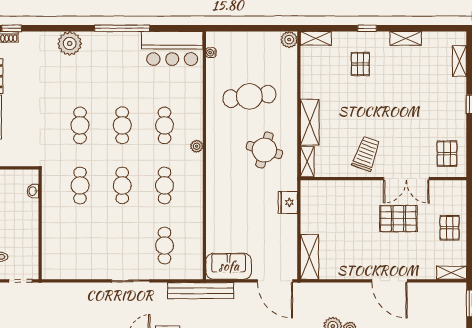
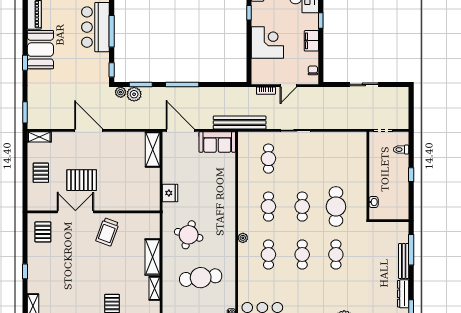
shelving: (307, 162) -> (154, 288), moved
cafe table: (80, 185) -> (336, 207), width x1.37, depth x1.35

